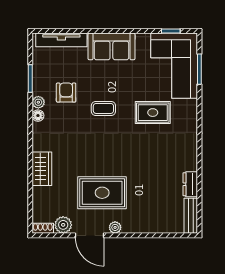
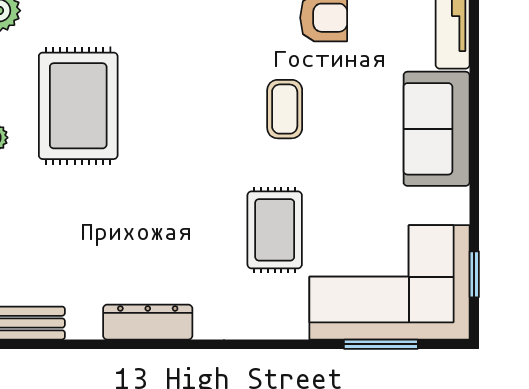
dresser: (190, 184) -> (148, 322), moved, width x1.44

